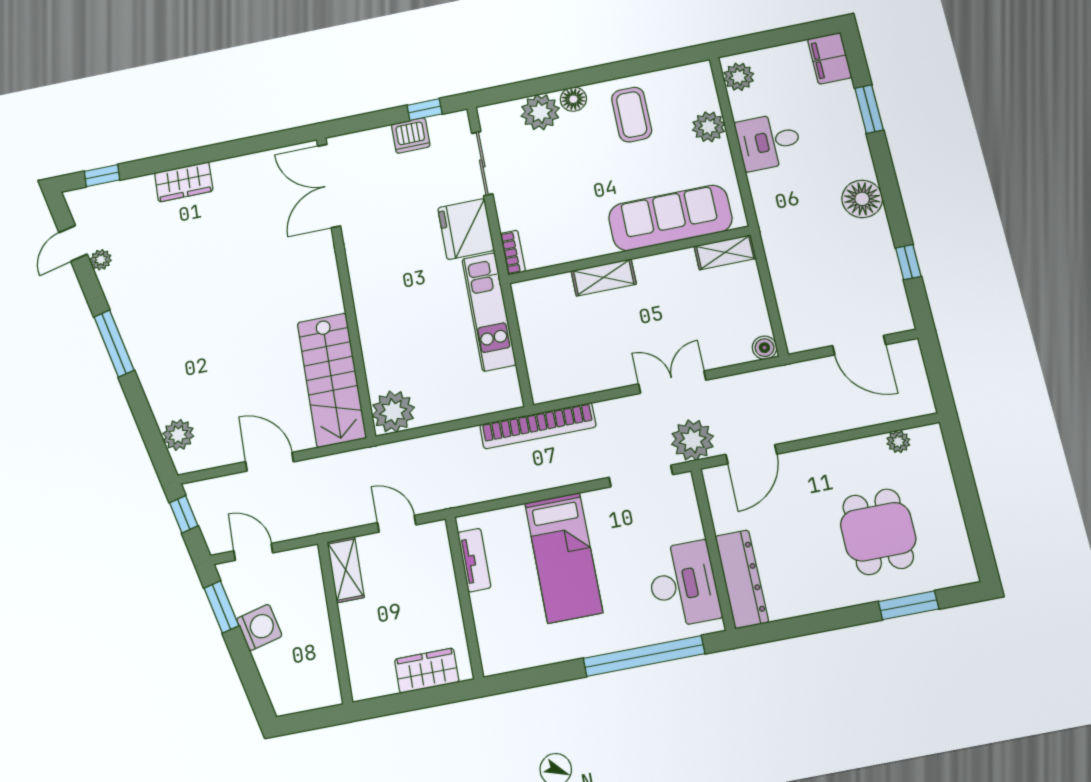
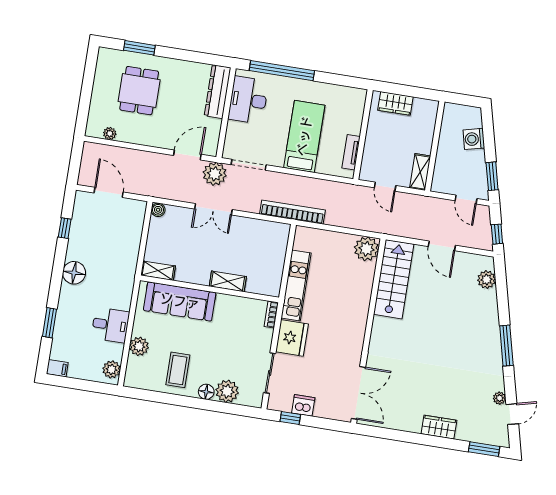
filing cabinet: (830, 58) -> (57, 368), width x0.50
window: (102, 176) -> (484, 449), width x1.50
washing machine: (259, 627) -> (474, 139), moved

